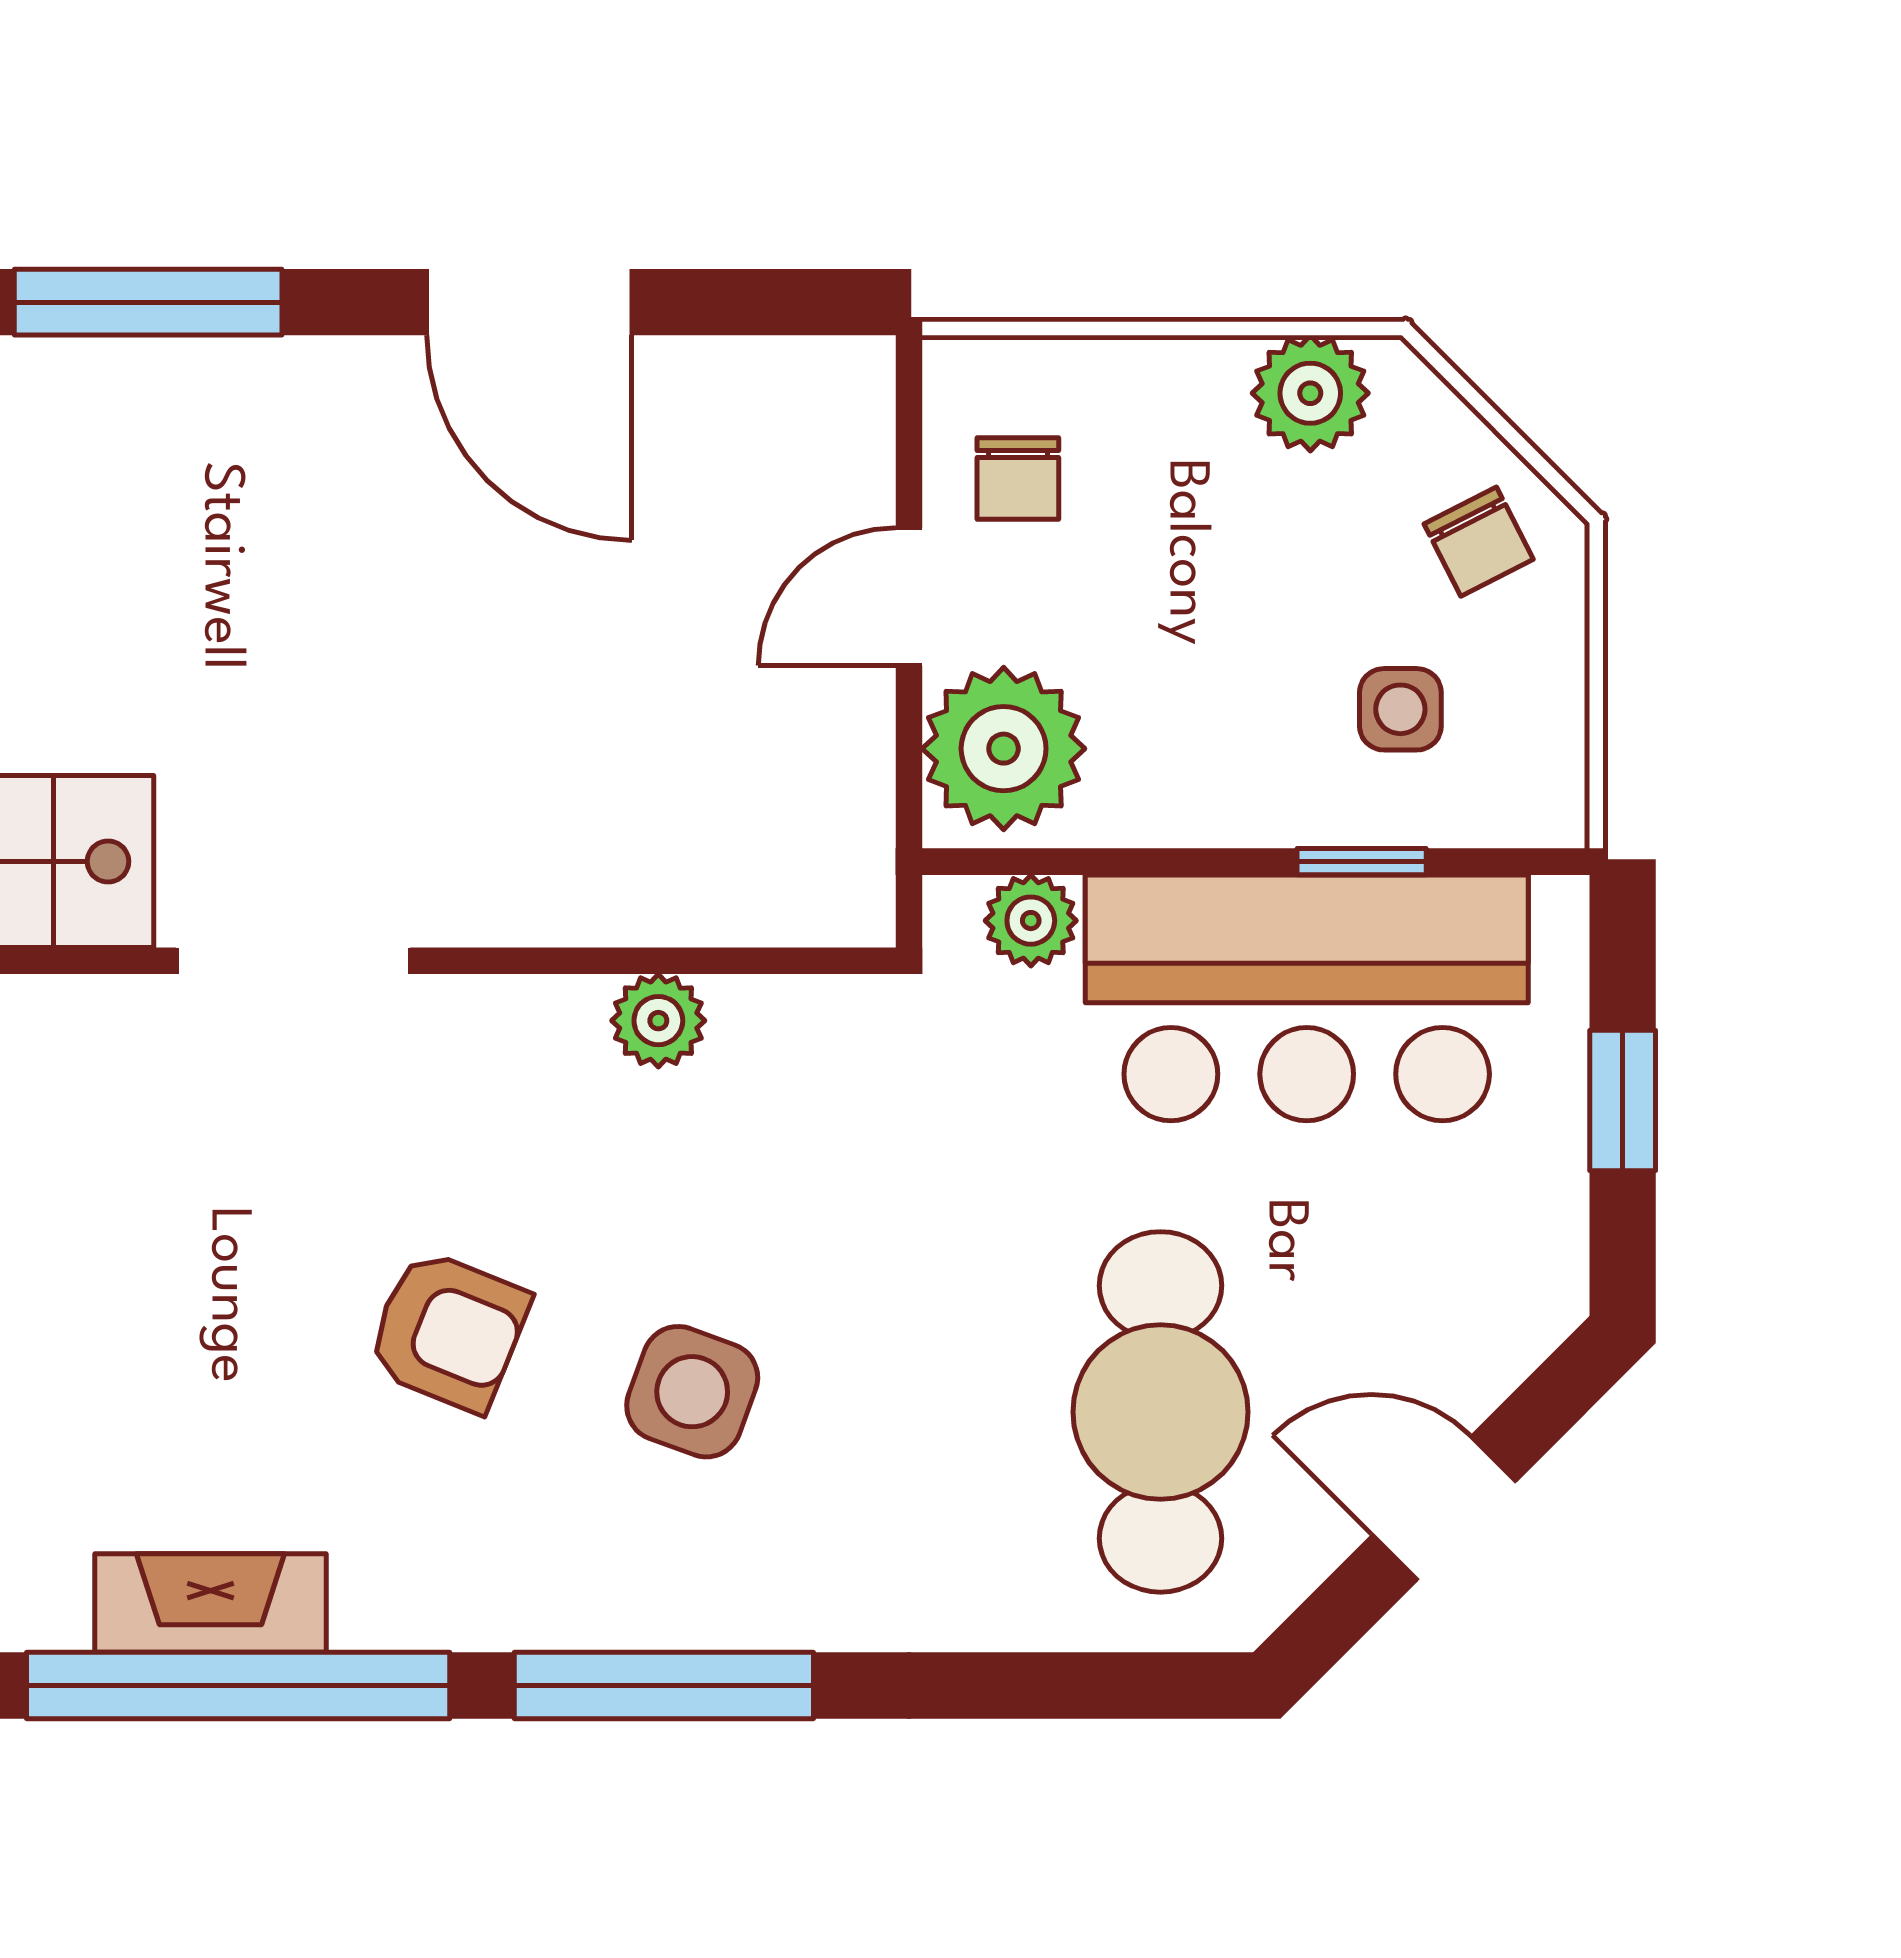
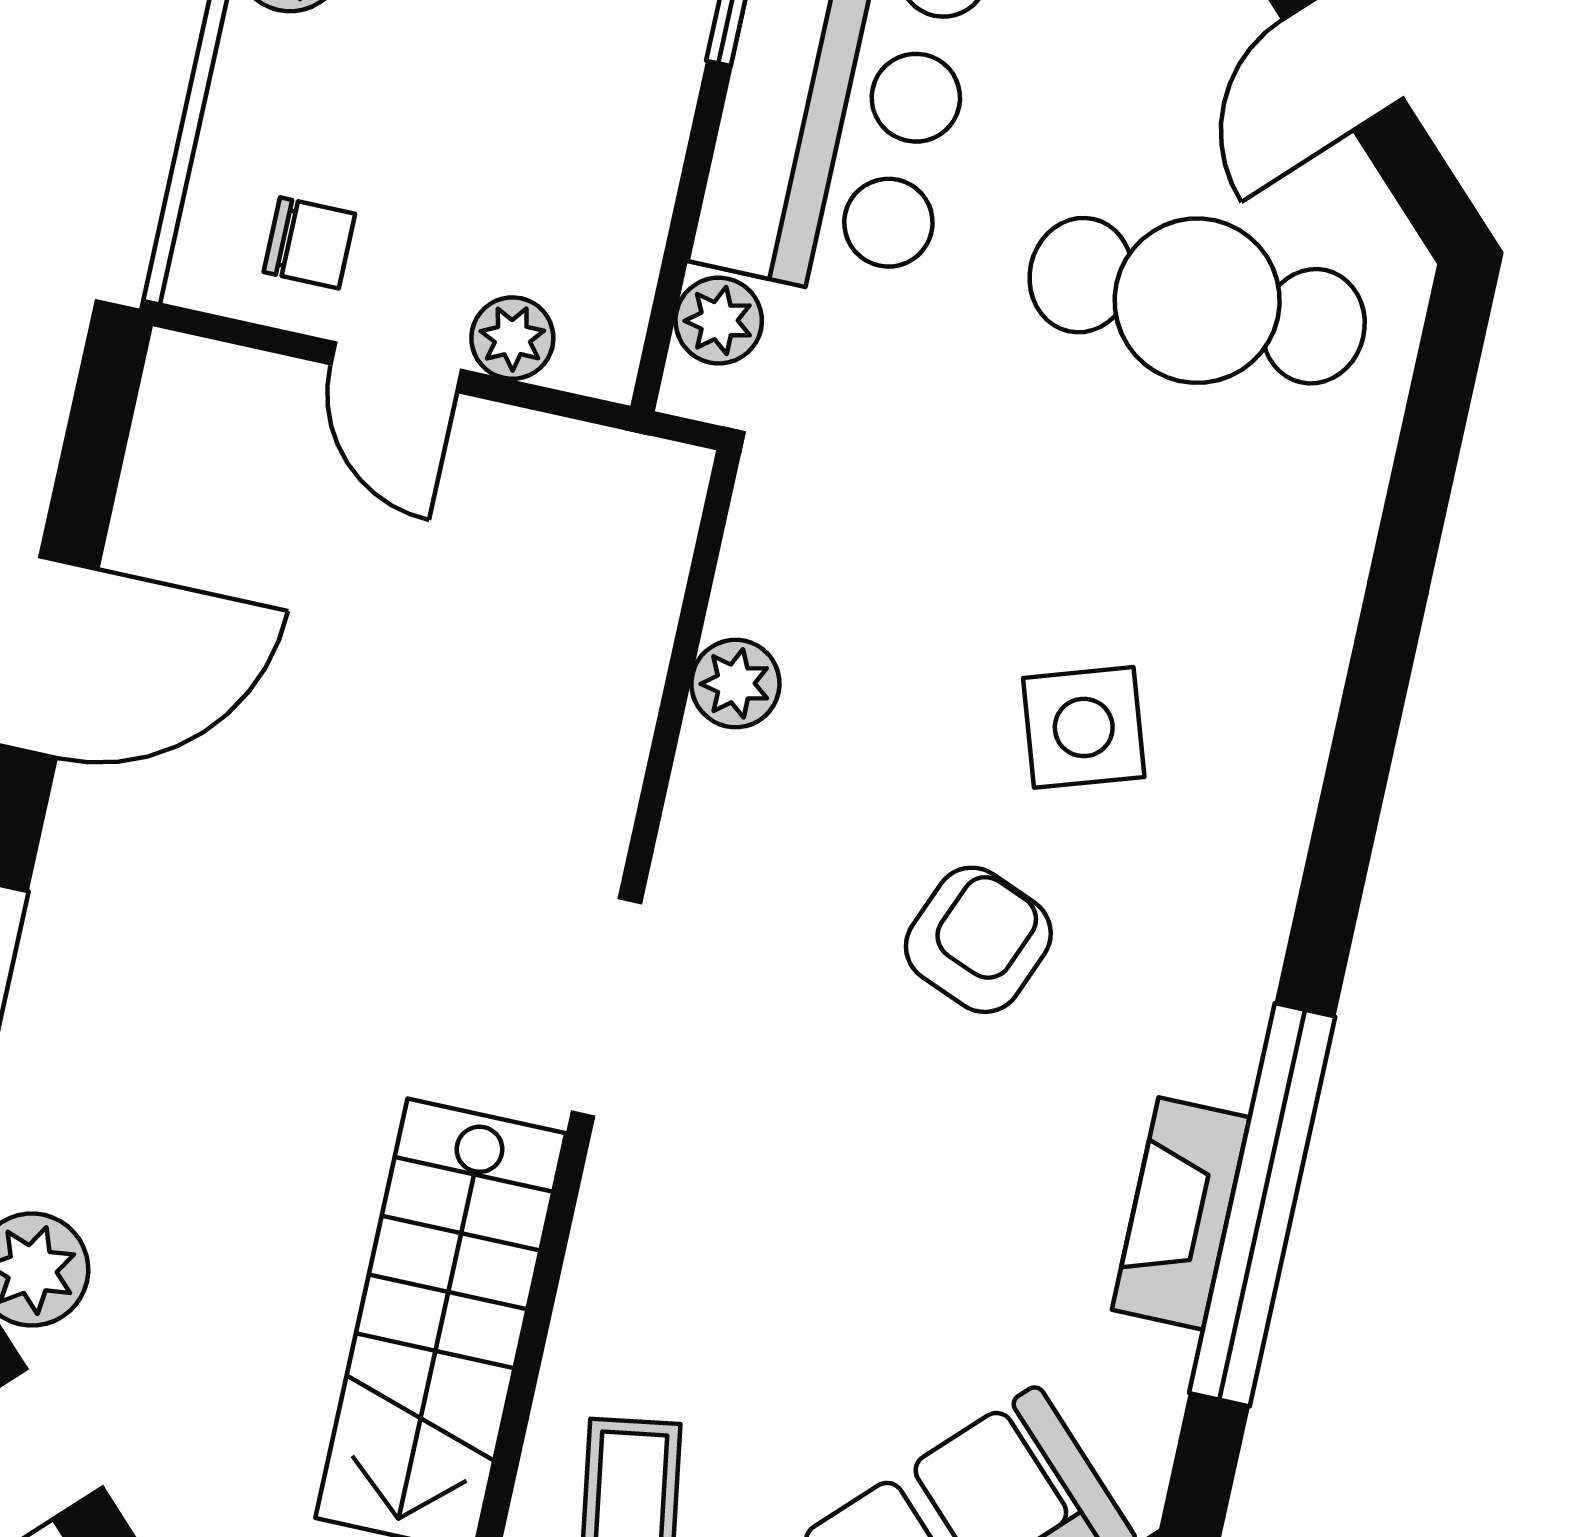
plant: (1004, 749) -> (512, 338), width x0.53, depth x0.53
side table: (692, 1392) -> (1084, 727), turned -38
window: (664, 1685) -> (1348, 813), removed

